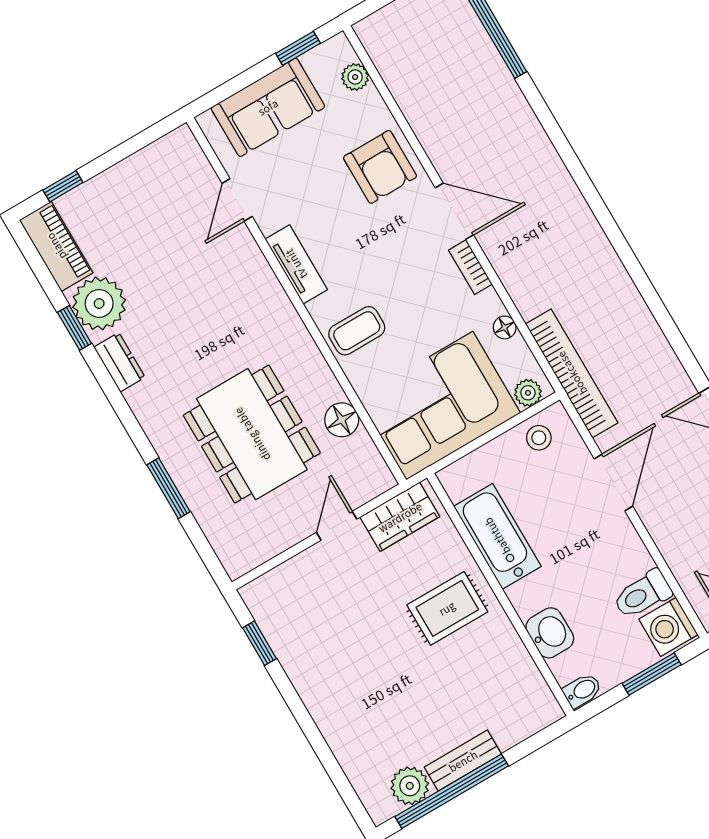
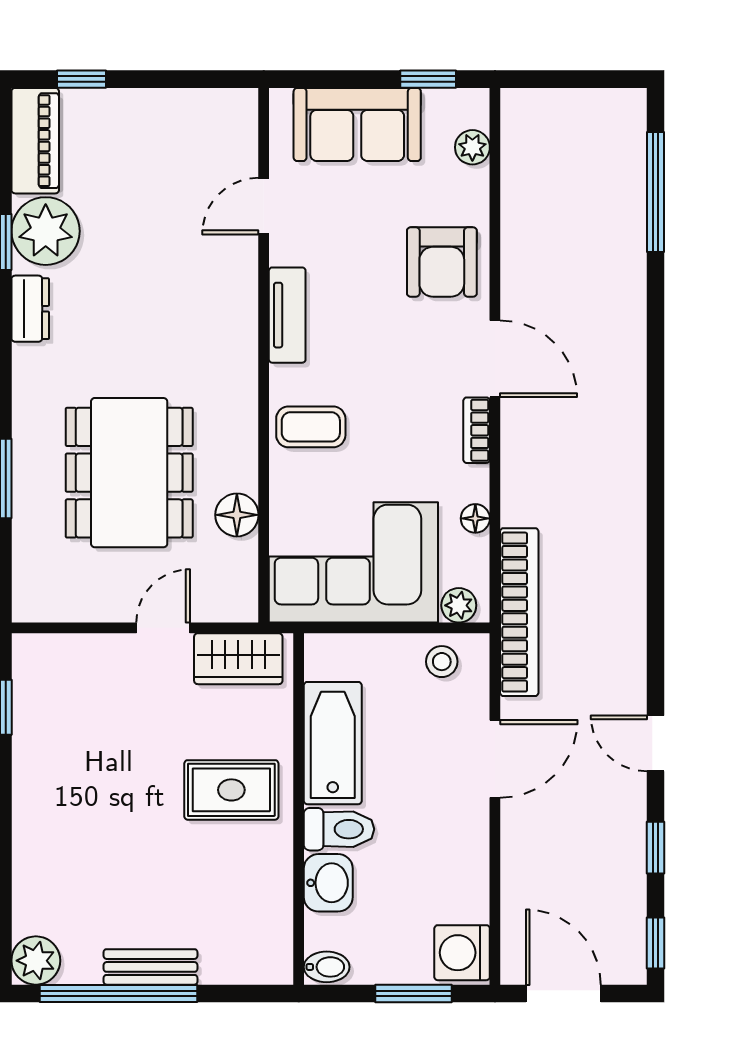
toilet: (642, 594) -> (339, 829), moved, turned 180
plant: (410, 786) -> (36, 961), moved

